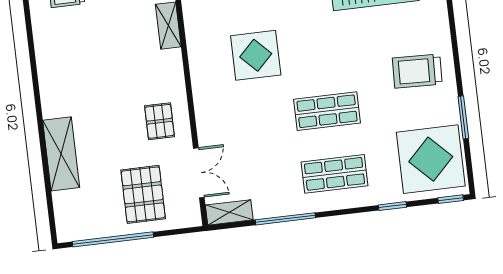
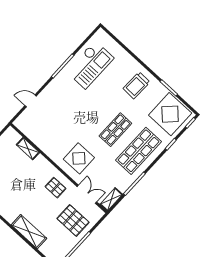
display table: (256, 55) -> (79, 158), moved
shop shelf: (334, 174) -> (138, 151), width x1.43, depth x1.36

